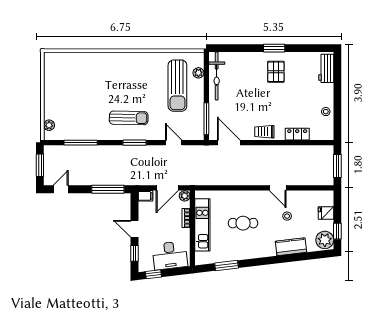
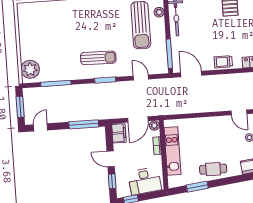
plant: (49, 125) -> (30, 69), width x1.88, depth x1.88
filing cabinet: (145, 196) -> (119, 133), width x2.00
cafe table: (243, 223) -> (213, 169), moved

